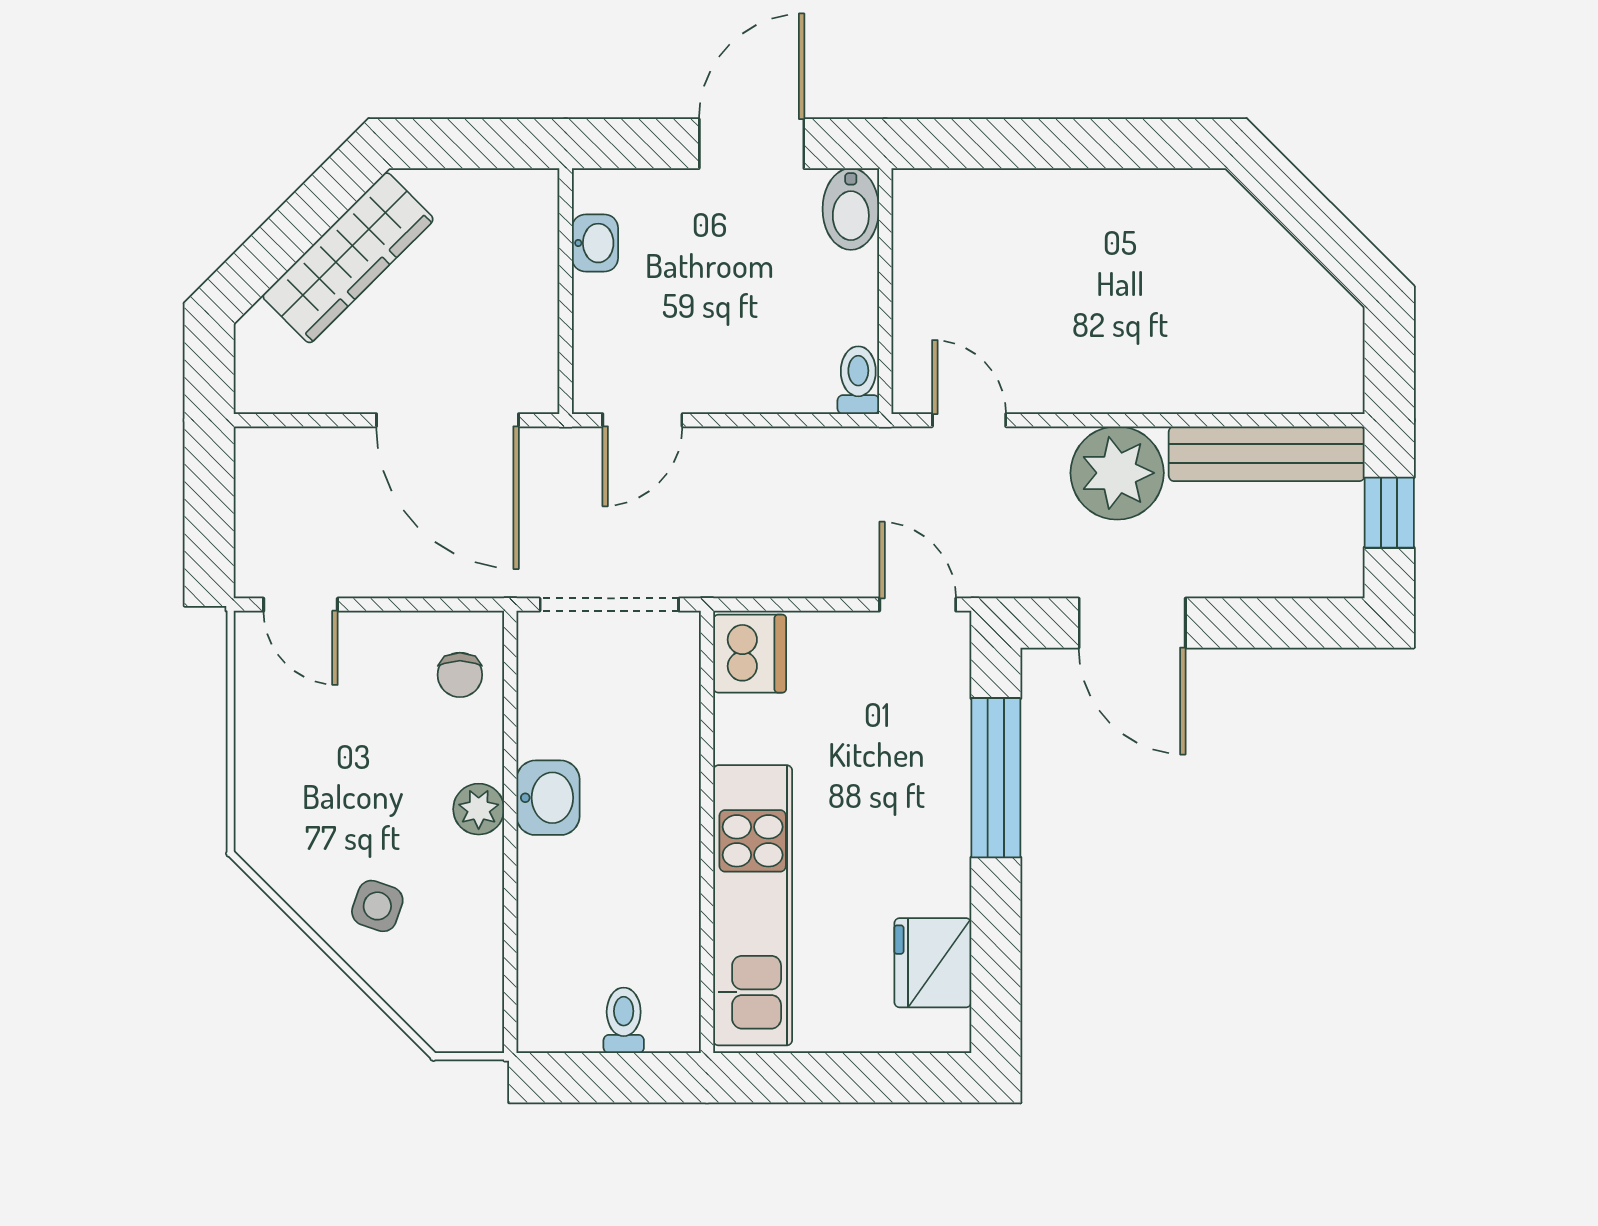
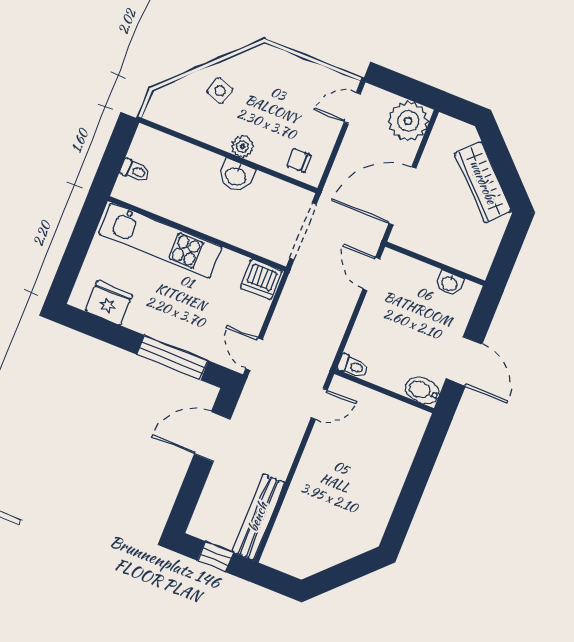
plant: (1117, 473) -> (408, 121), moved
door: (918, 605) -> (254, 354), swing flipped

